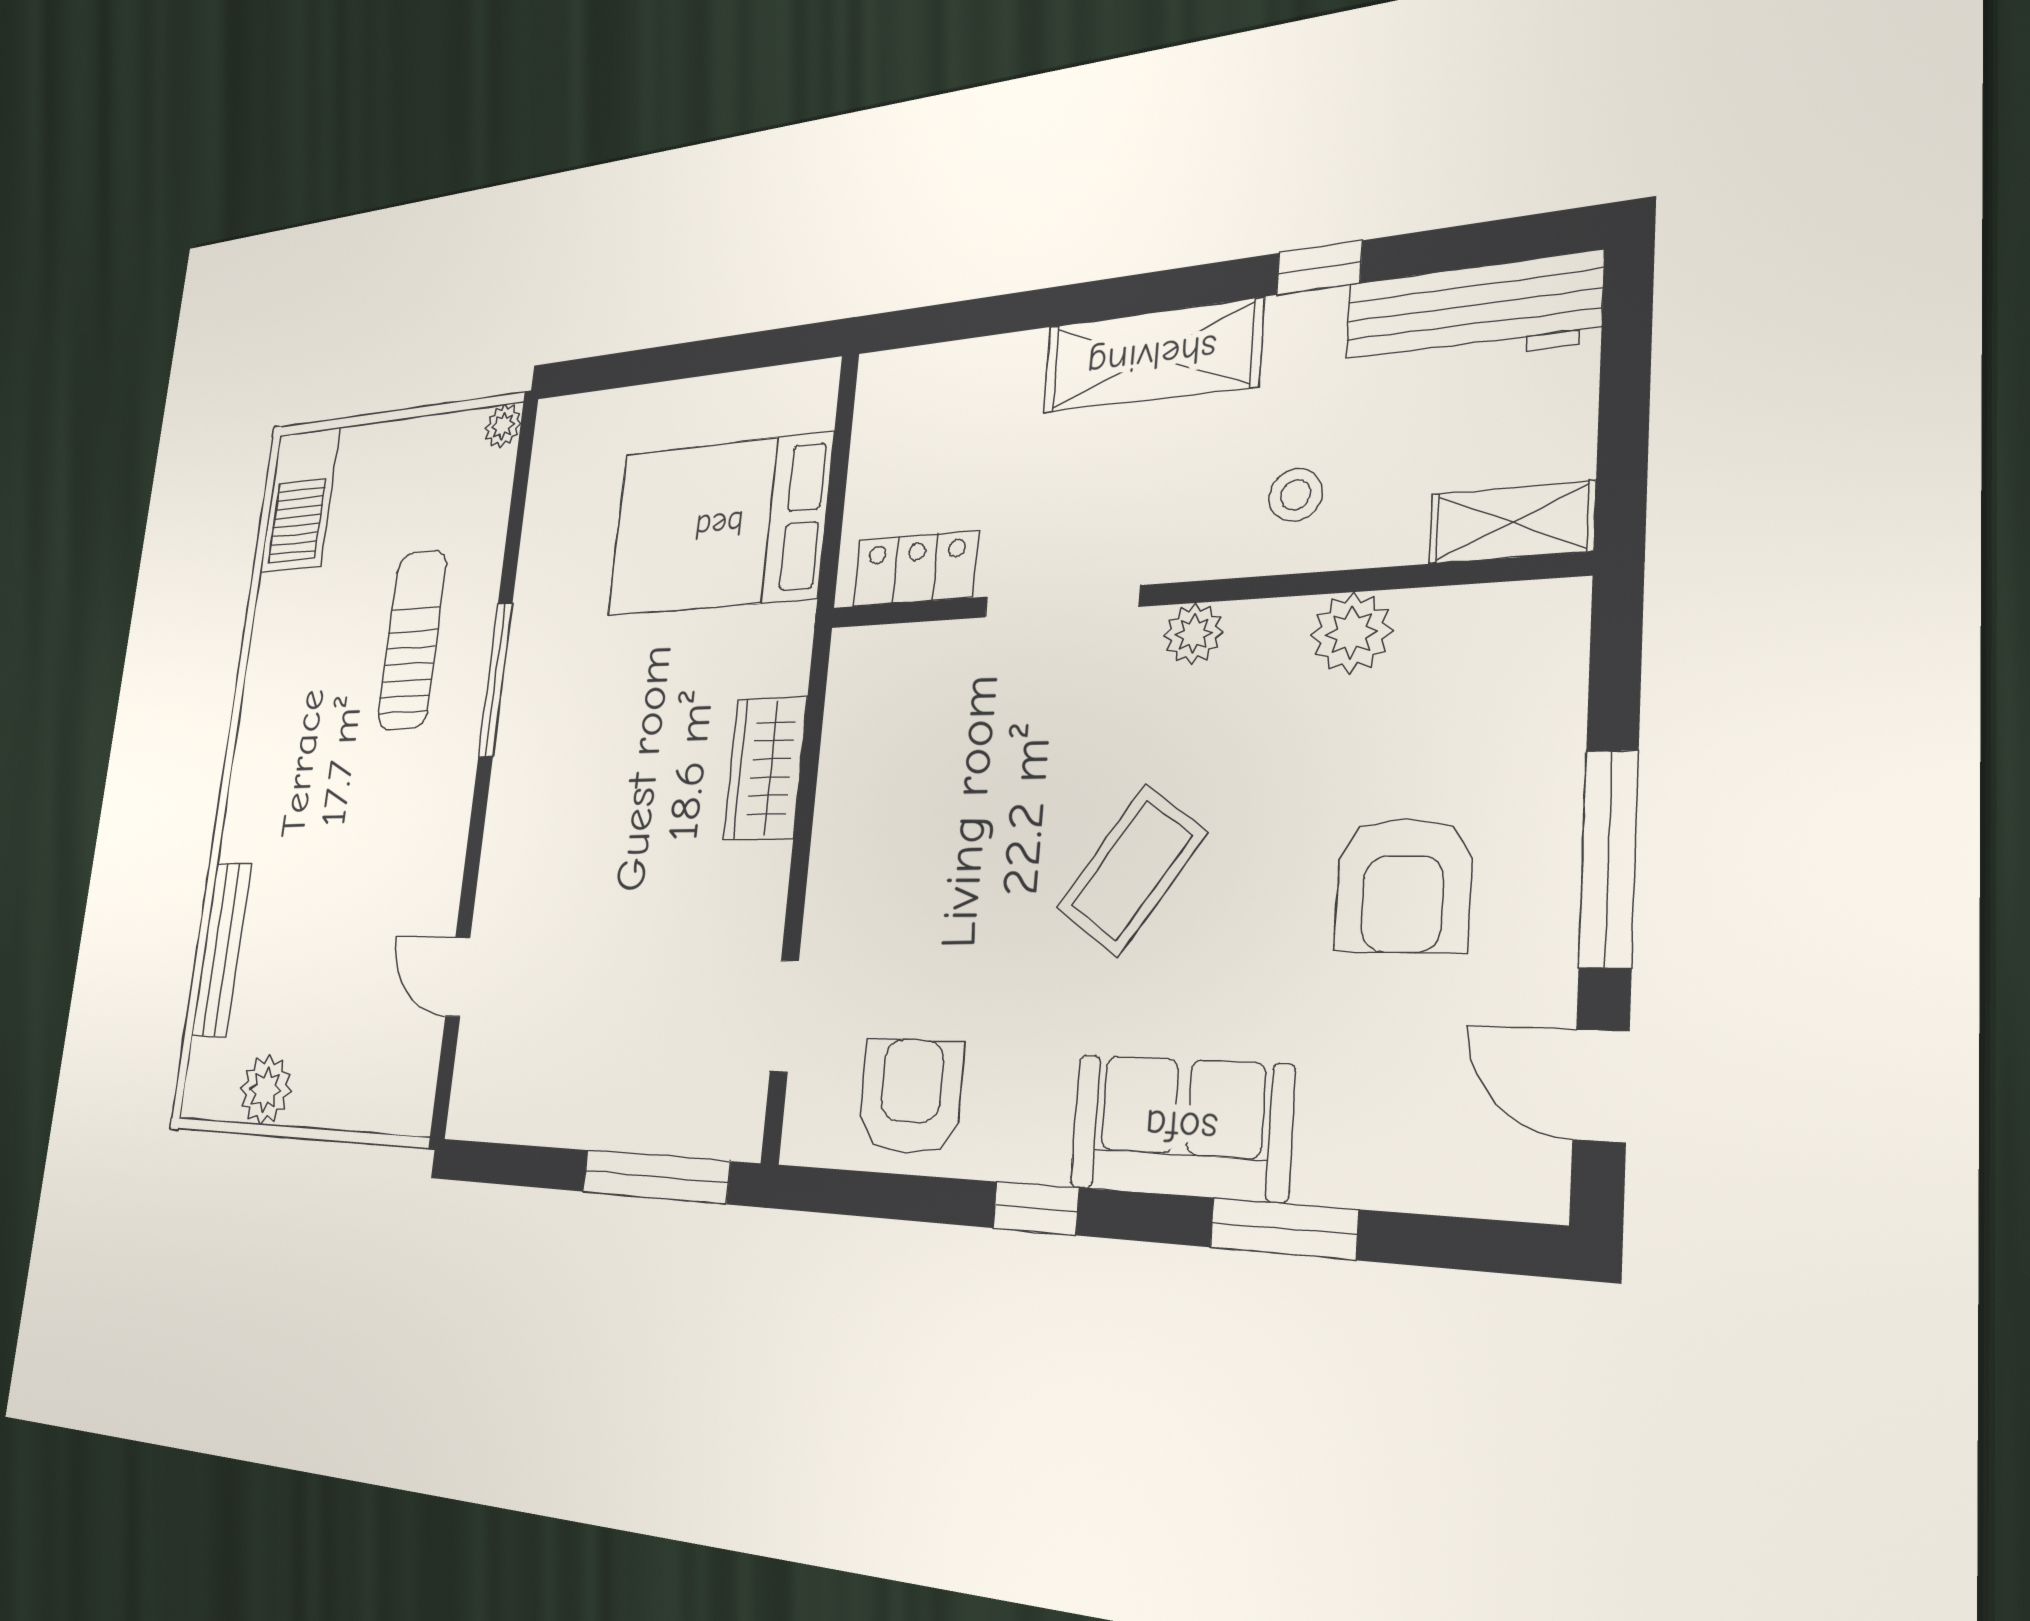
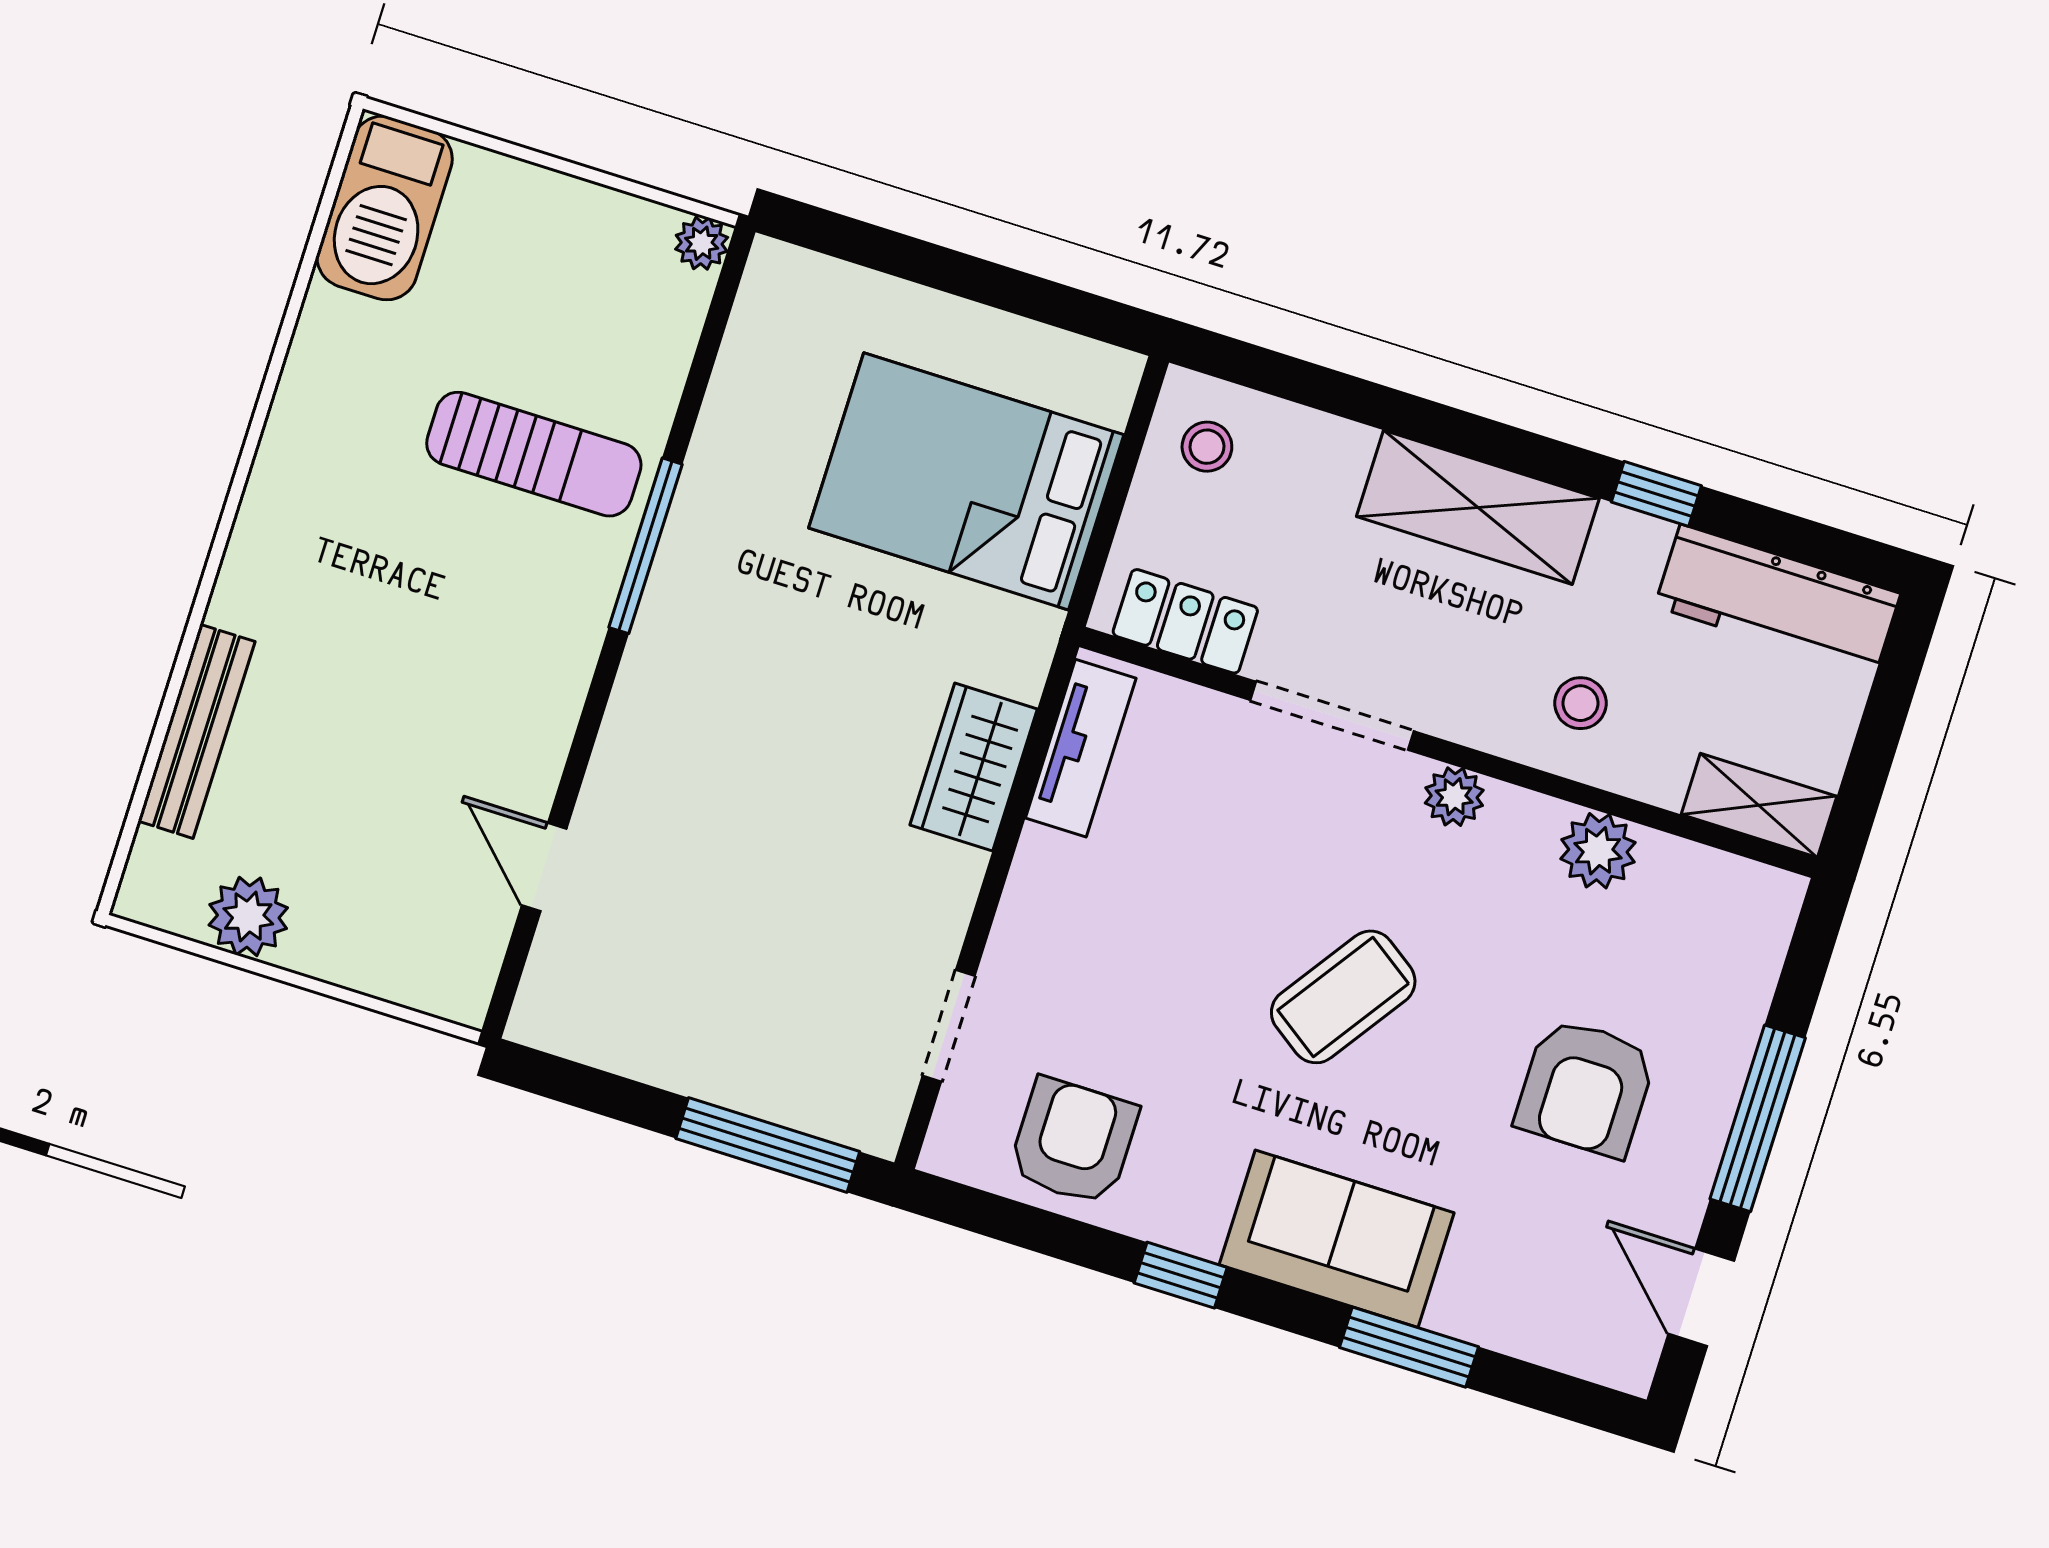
stool: (904, 410) -> (1207, 447), added
sun lounger: (412, 640) -> (534, 454), turned 90
tv unit: (849, 717) -> (1081, 748), added

